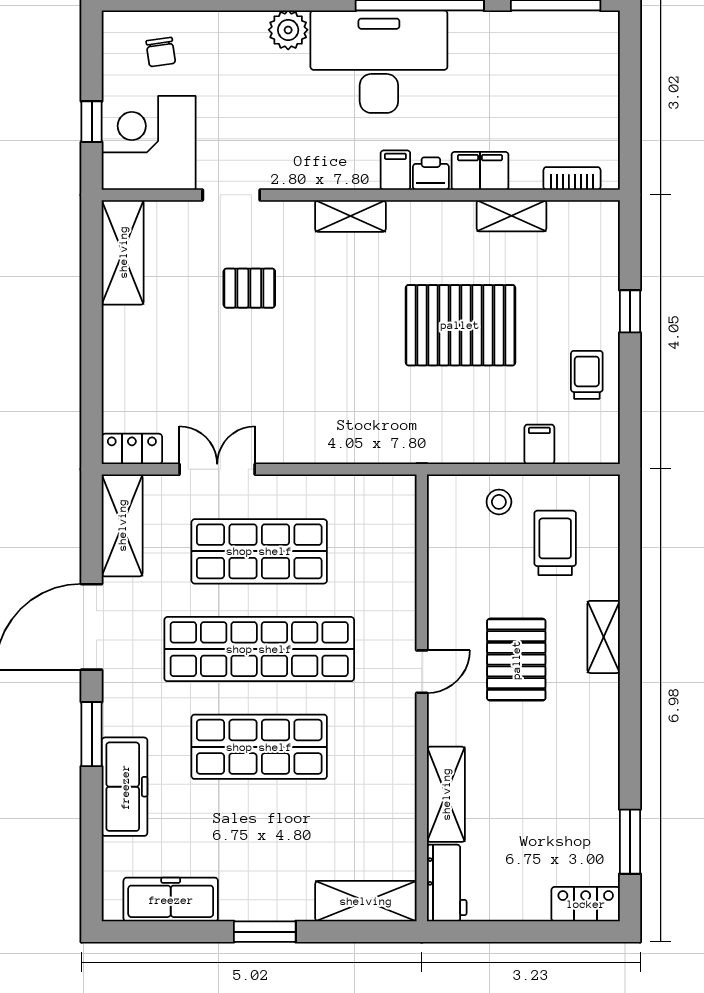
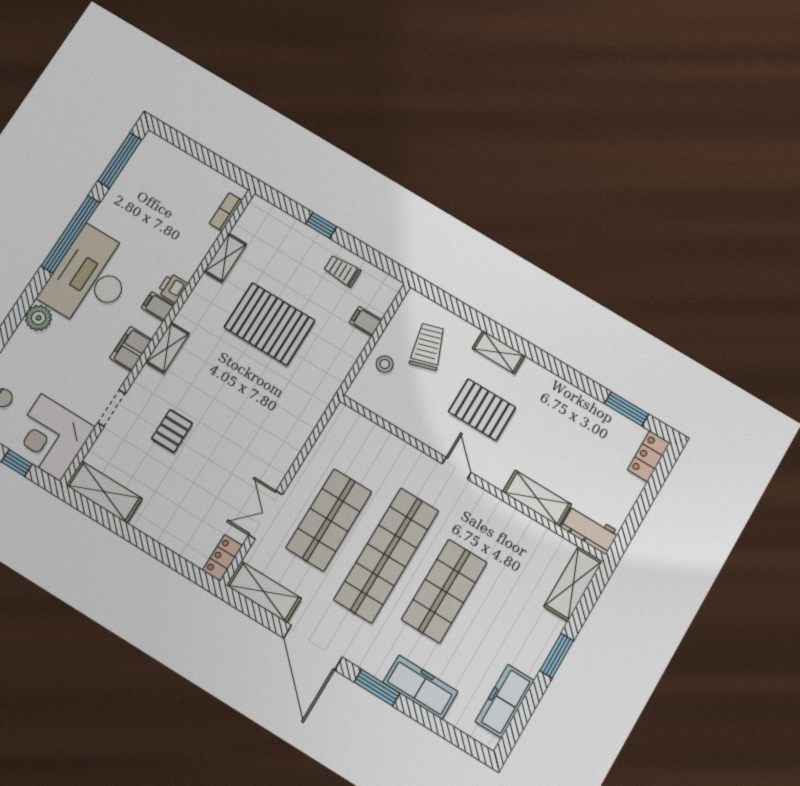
filing cabinet: (480, 171) -> (131, 349), moved
pallet: (460, 325) -> (270, 324), turned 90
trolley: (555, 543) -> (428, 347), turned 73

